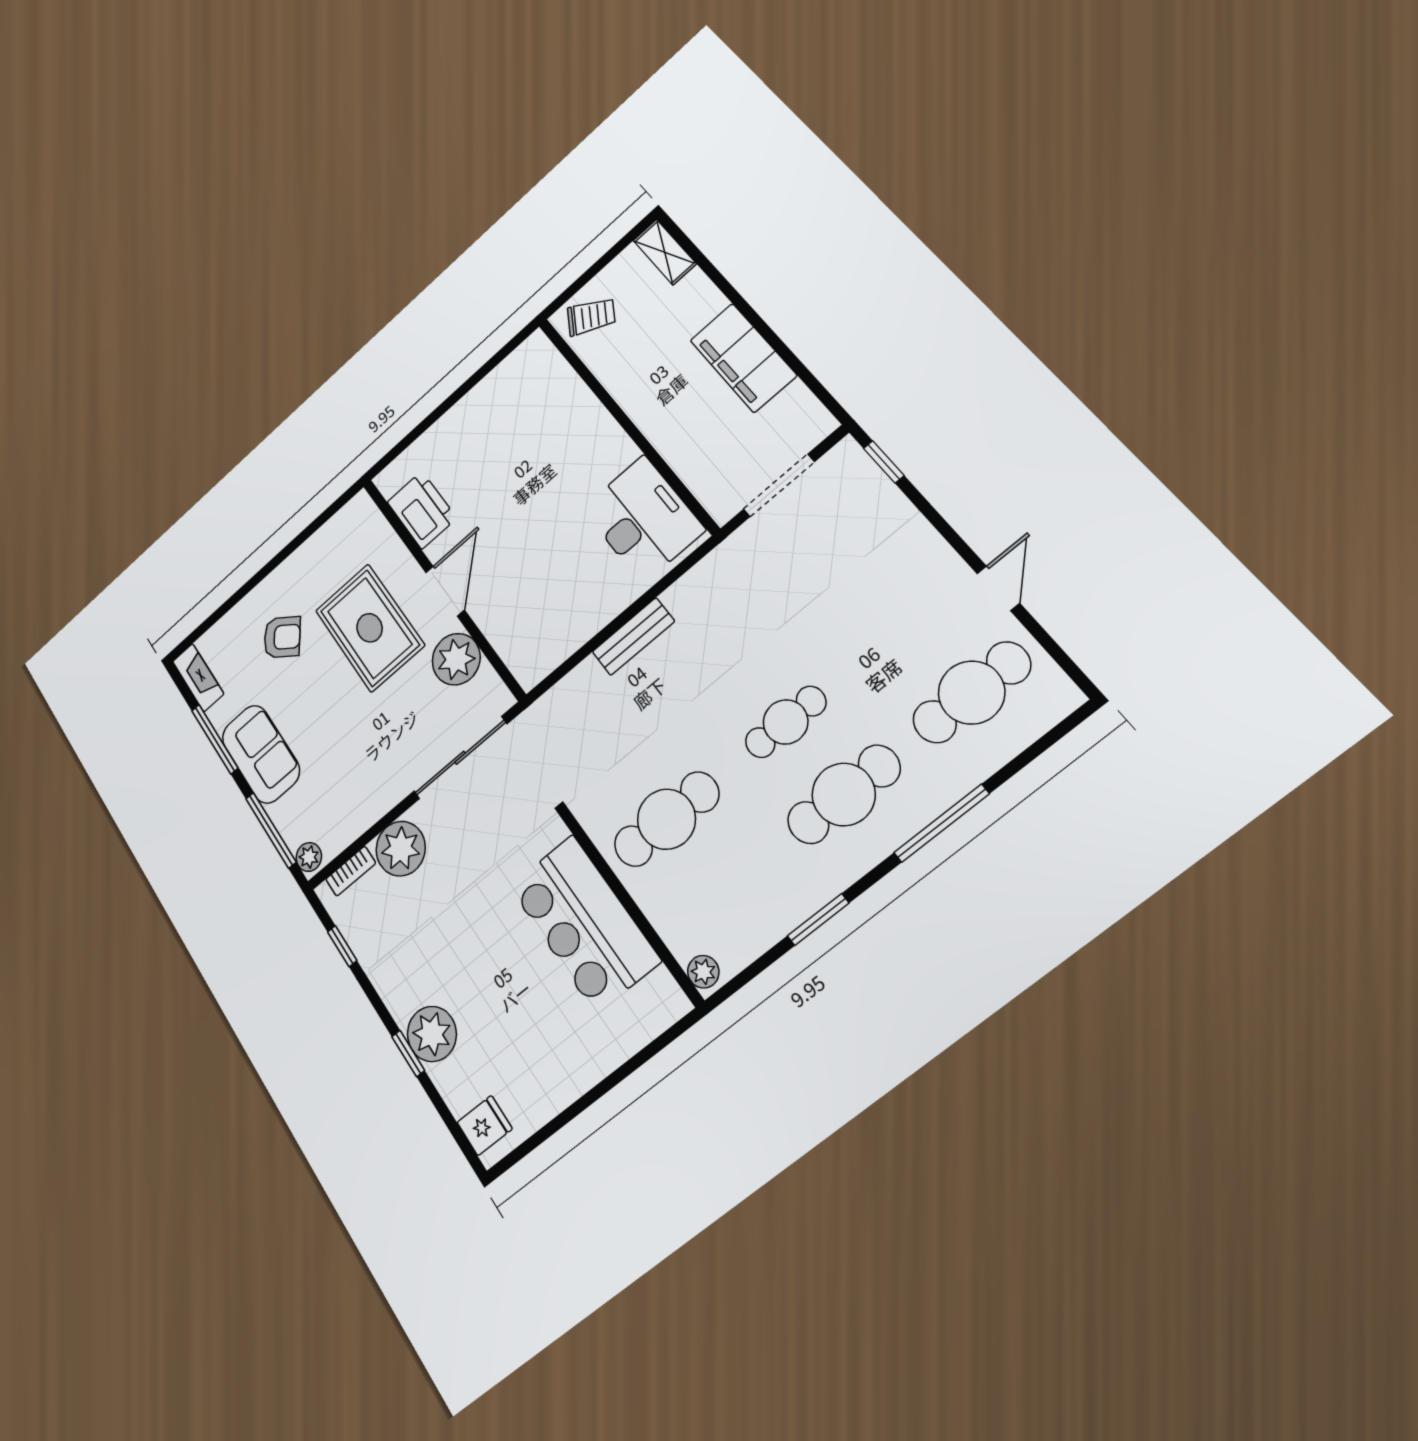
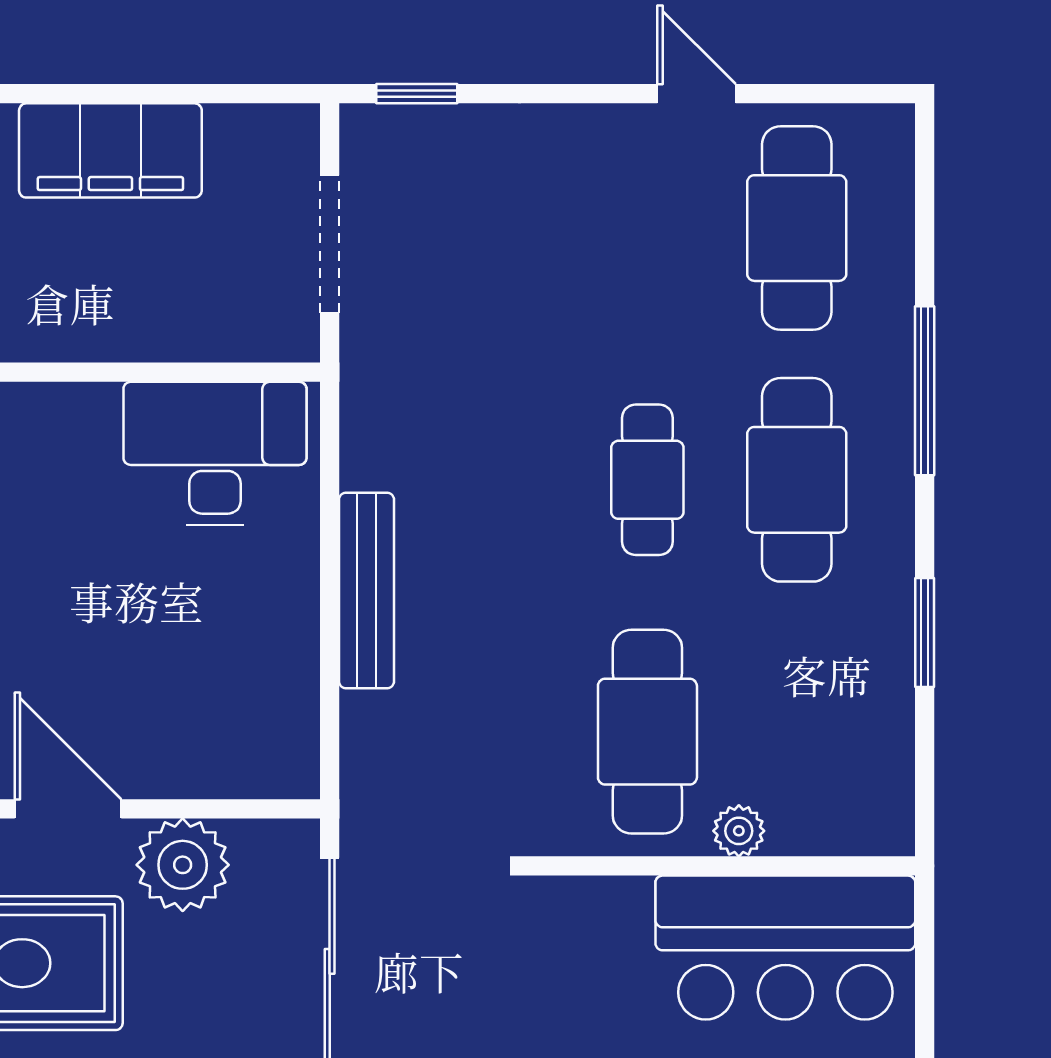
bench: (633, 637) -> (367, 590), width x1.36
bar counter: (584, 923) -> (785, 948), moved
plant: (703, 972) -> (739, 831), moved

